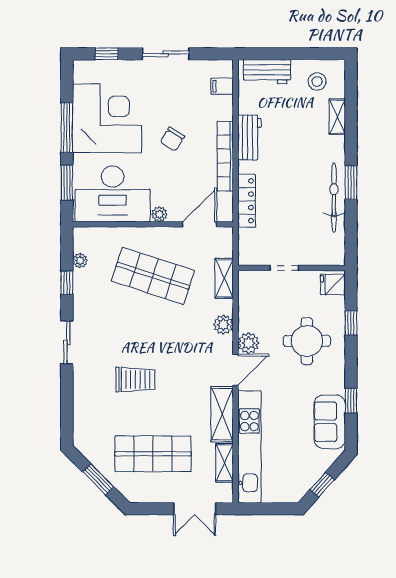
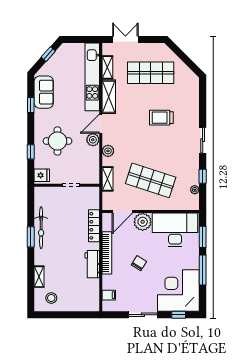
workbench: (267, 72) -> (82, 304), removed
corner desk: (107, 118) -> (178, 290), moved, turned 90
plant: (159, 214) -> (143, 222), width x1.87, depth x1.87
window: (98, 479) -> (184, 57), removed

